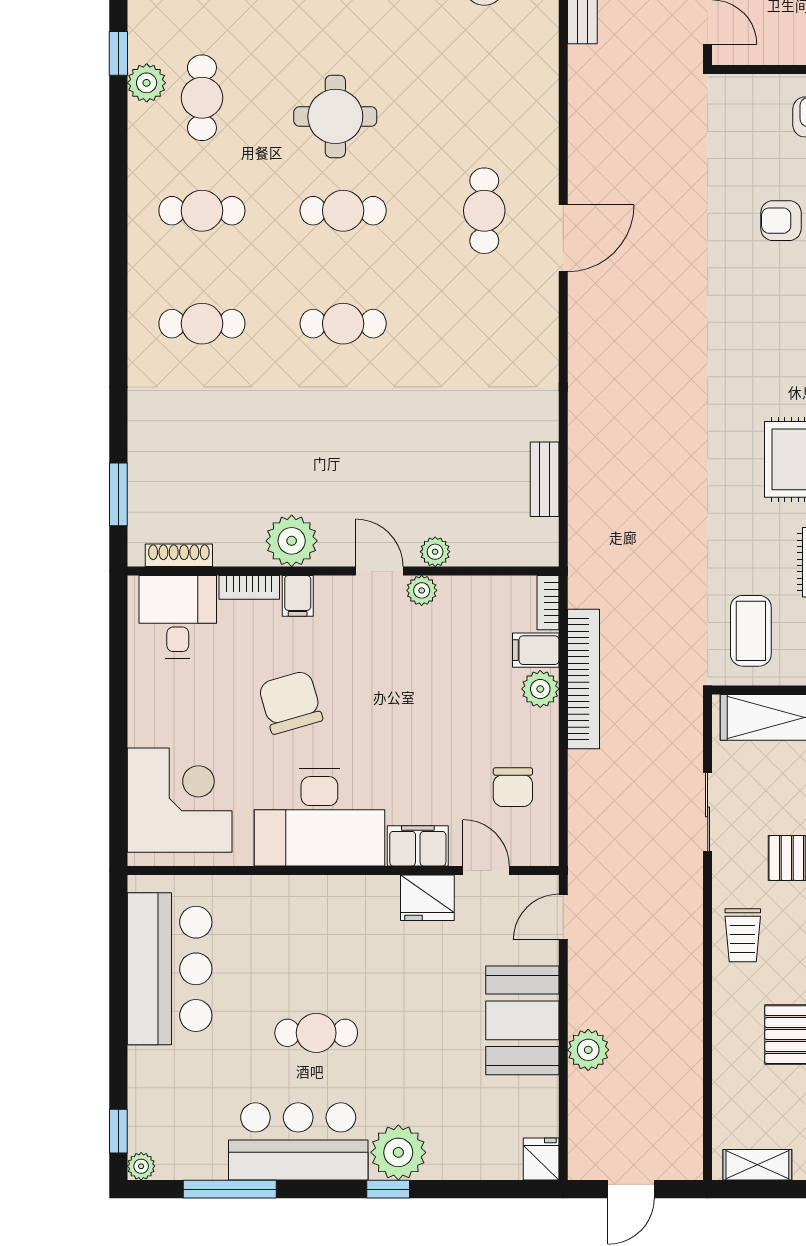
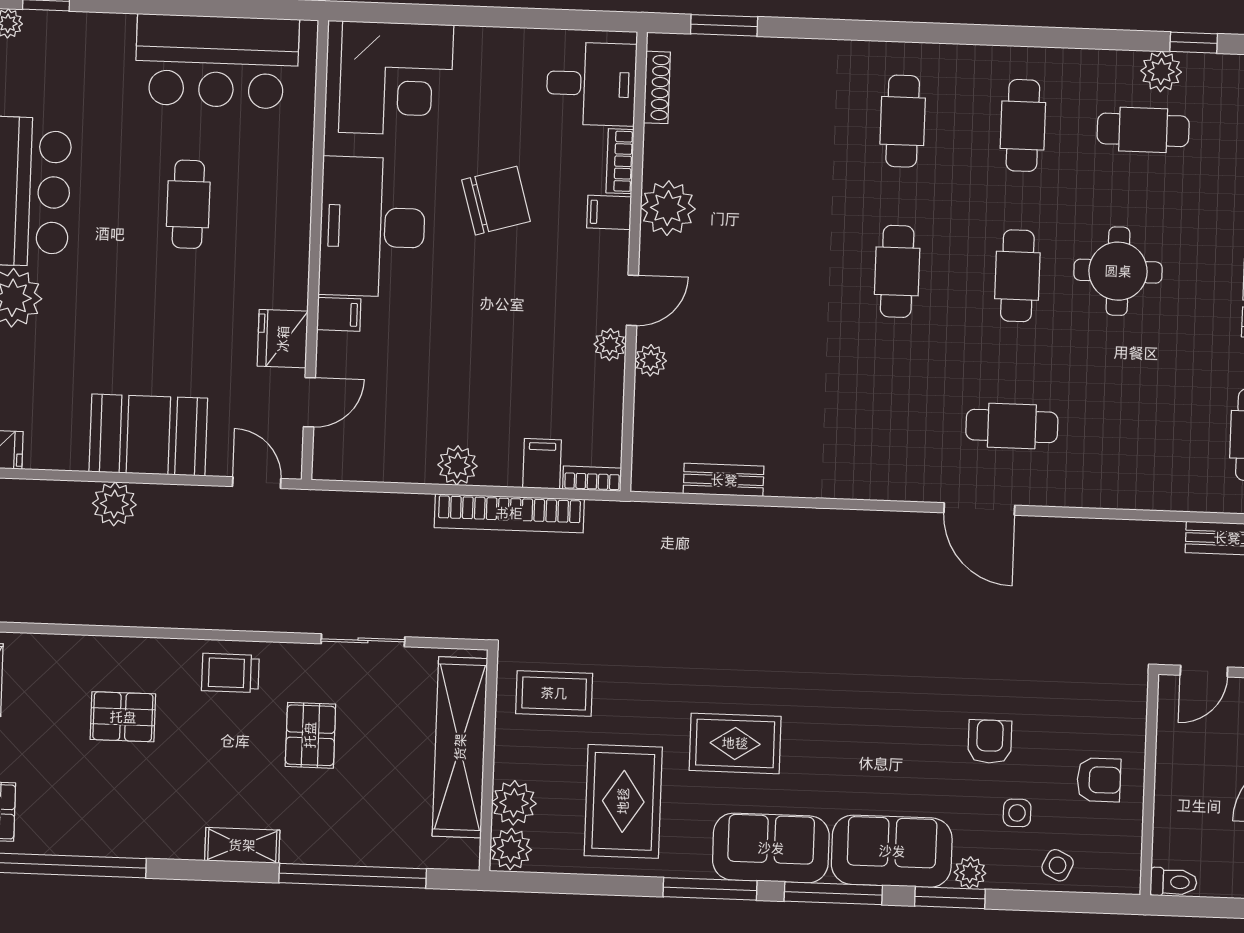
plant: (540, 689) -> (457, 465), moved
chair: (513, 787) -> (397, 434), removed
filing cabinet: (418, 846) -> (339, 314), width x0.50
cafe table: (316, 1033) -> (188, 204), moved

